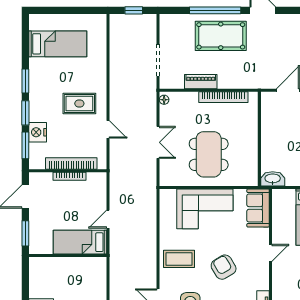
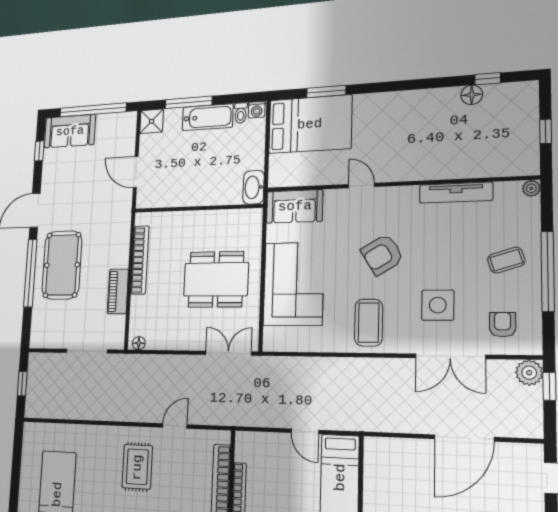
double door: (158, 142) -> (228, 353), moved

